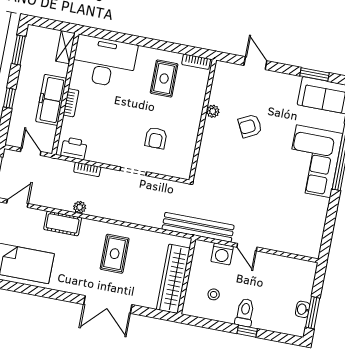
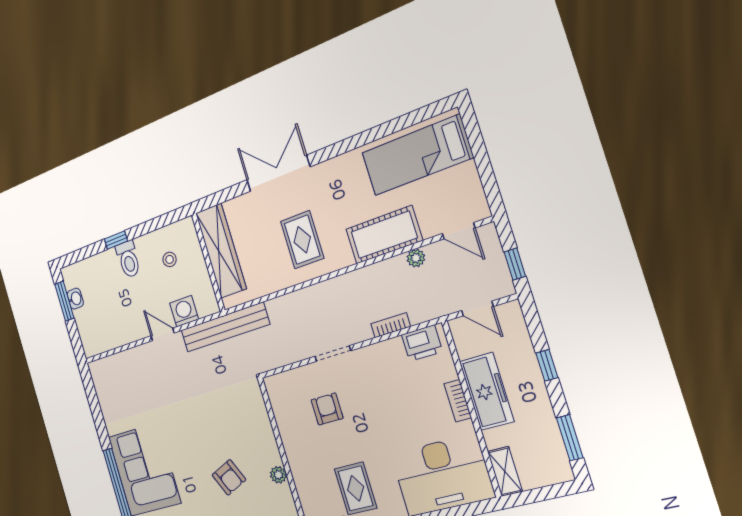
armchair: (250, 126) -> (229, 477), turned 93
door: (17, 203) -> (459, 231), hinge flipped
plant: (80, 207) -> (416, 258), moved
cot: (63, 223) -> (384, 235), width x1.37, depth x1.34

